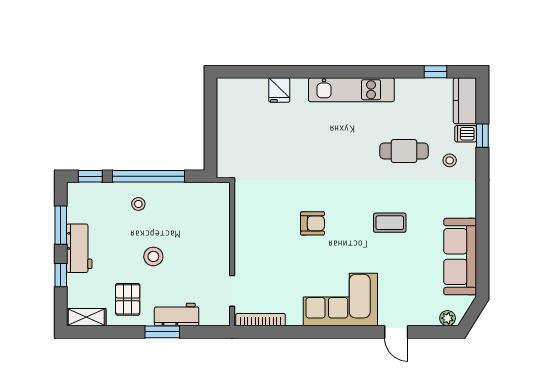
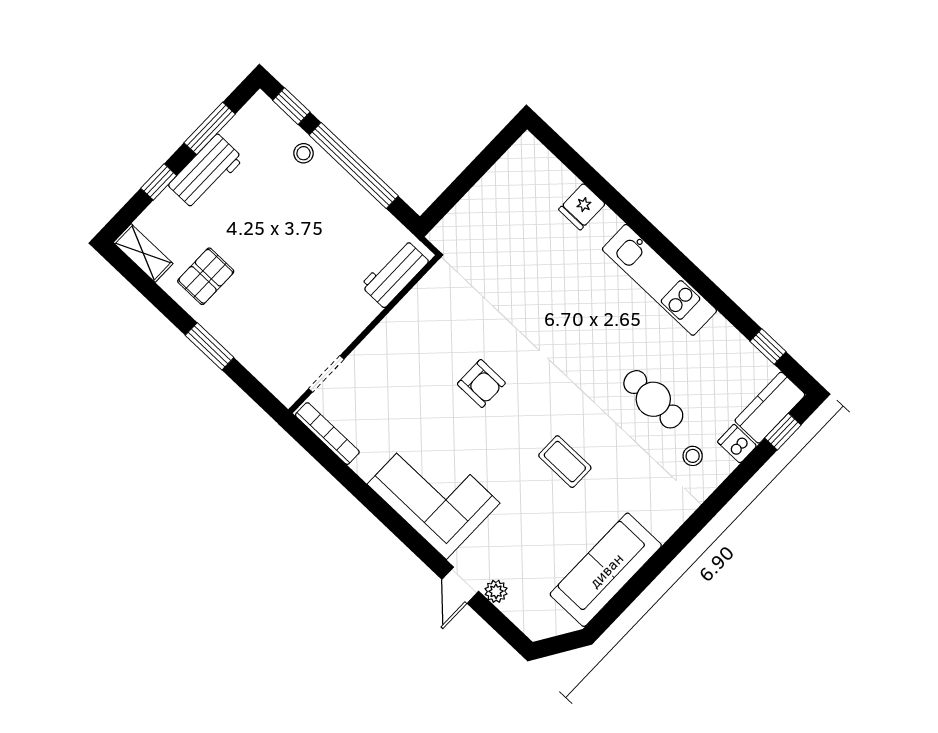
window: (482, 136) -> (783, 432), moved
stool: (138, 204) -> (303, 153), moved
stool: (153, 256) -> (277, 256), removed
workbench: (177, 315) -> (395, 273), moved, turned -90
plant: (448, 318) -> (496, 591), moved

